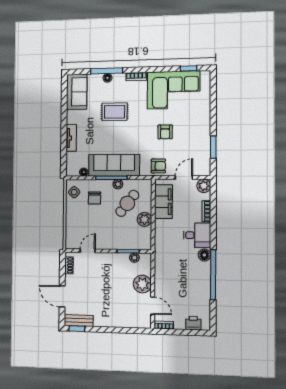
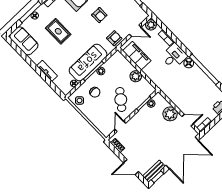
rug: (115, 112) -> (58, 31), turned 90
door: (184, 178) -> (135, 31), swing flipped
cafe table: (127, 203) -> (121, 100), moved
double door: (119, 330) -> (182, 153), added

